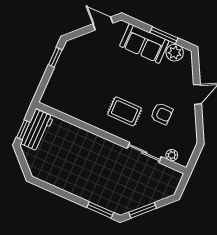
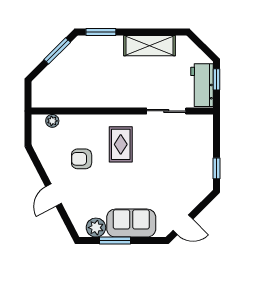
rug: (125, 111) -> (121, 144), turned 90
sliding door: (144, 153) -> (166, 111), moved
shelving: (65, 181) -> (150, 46), added

